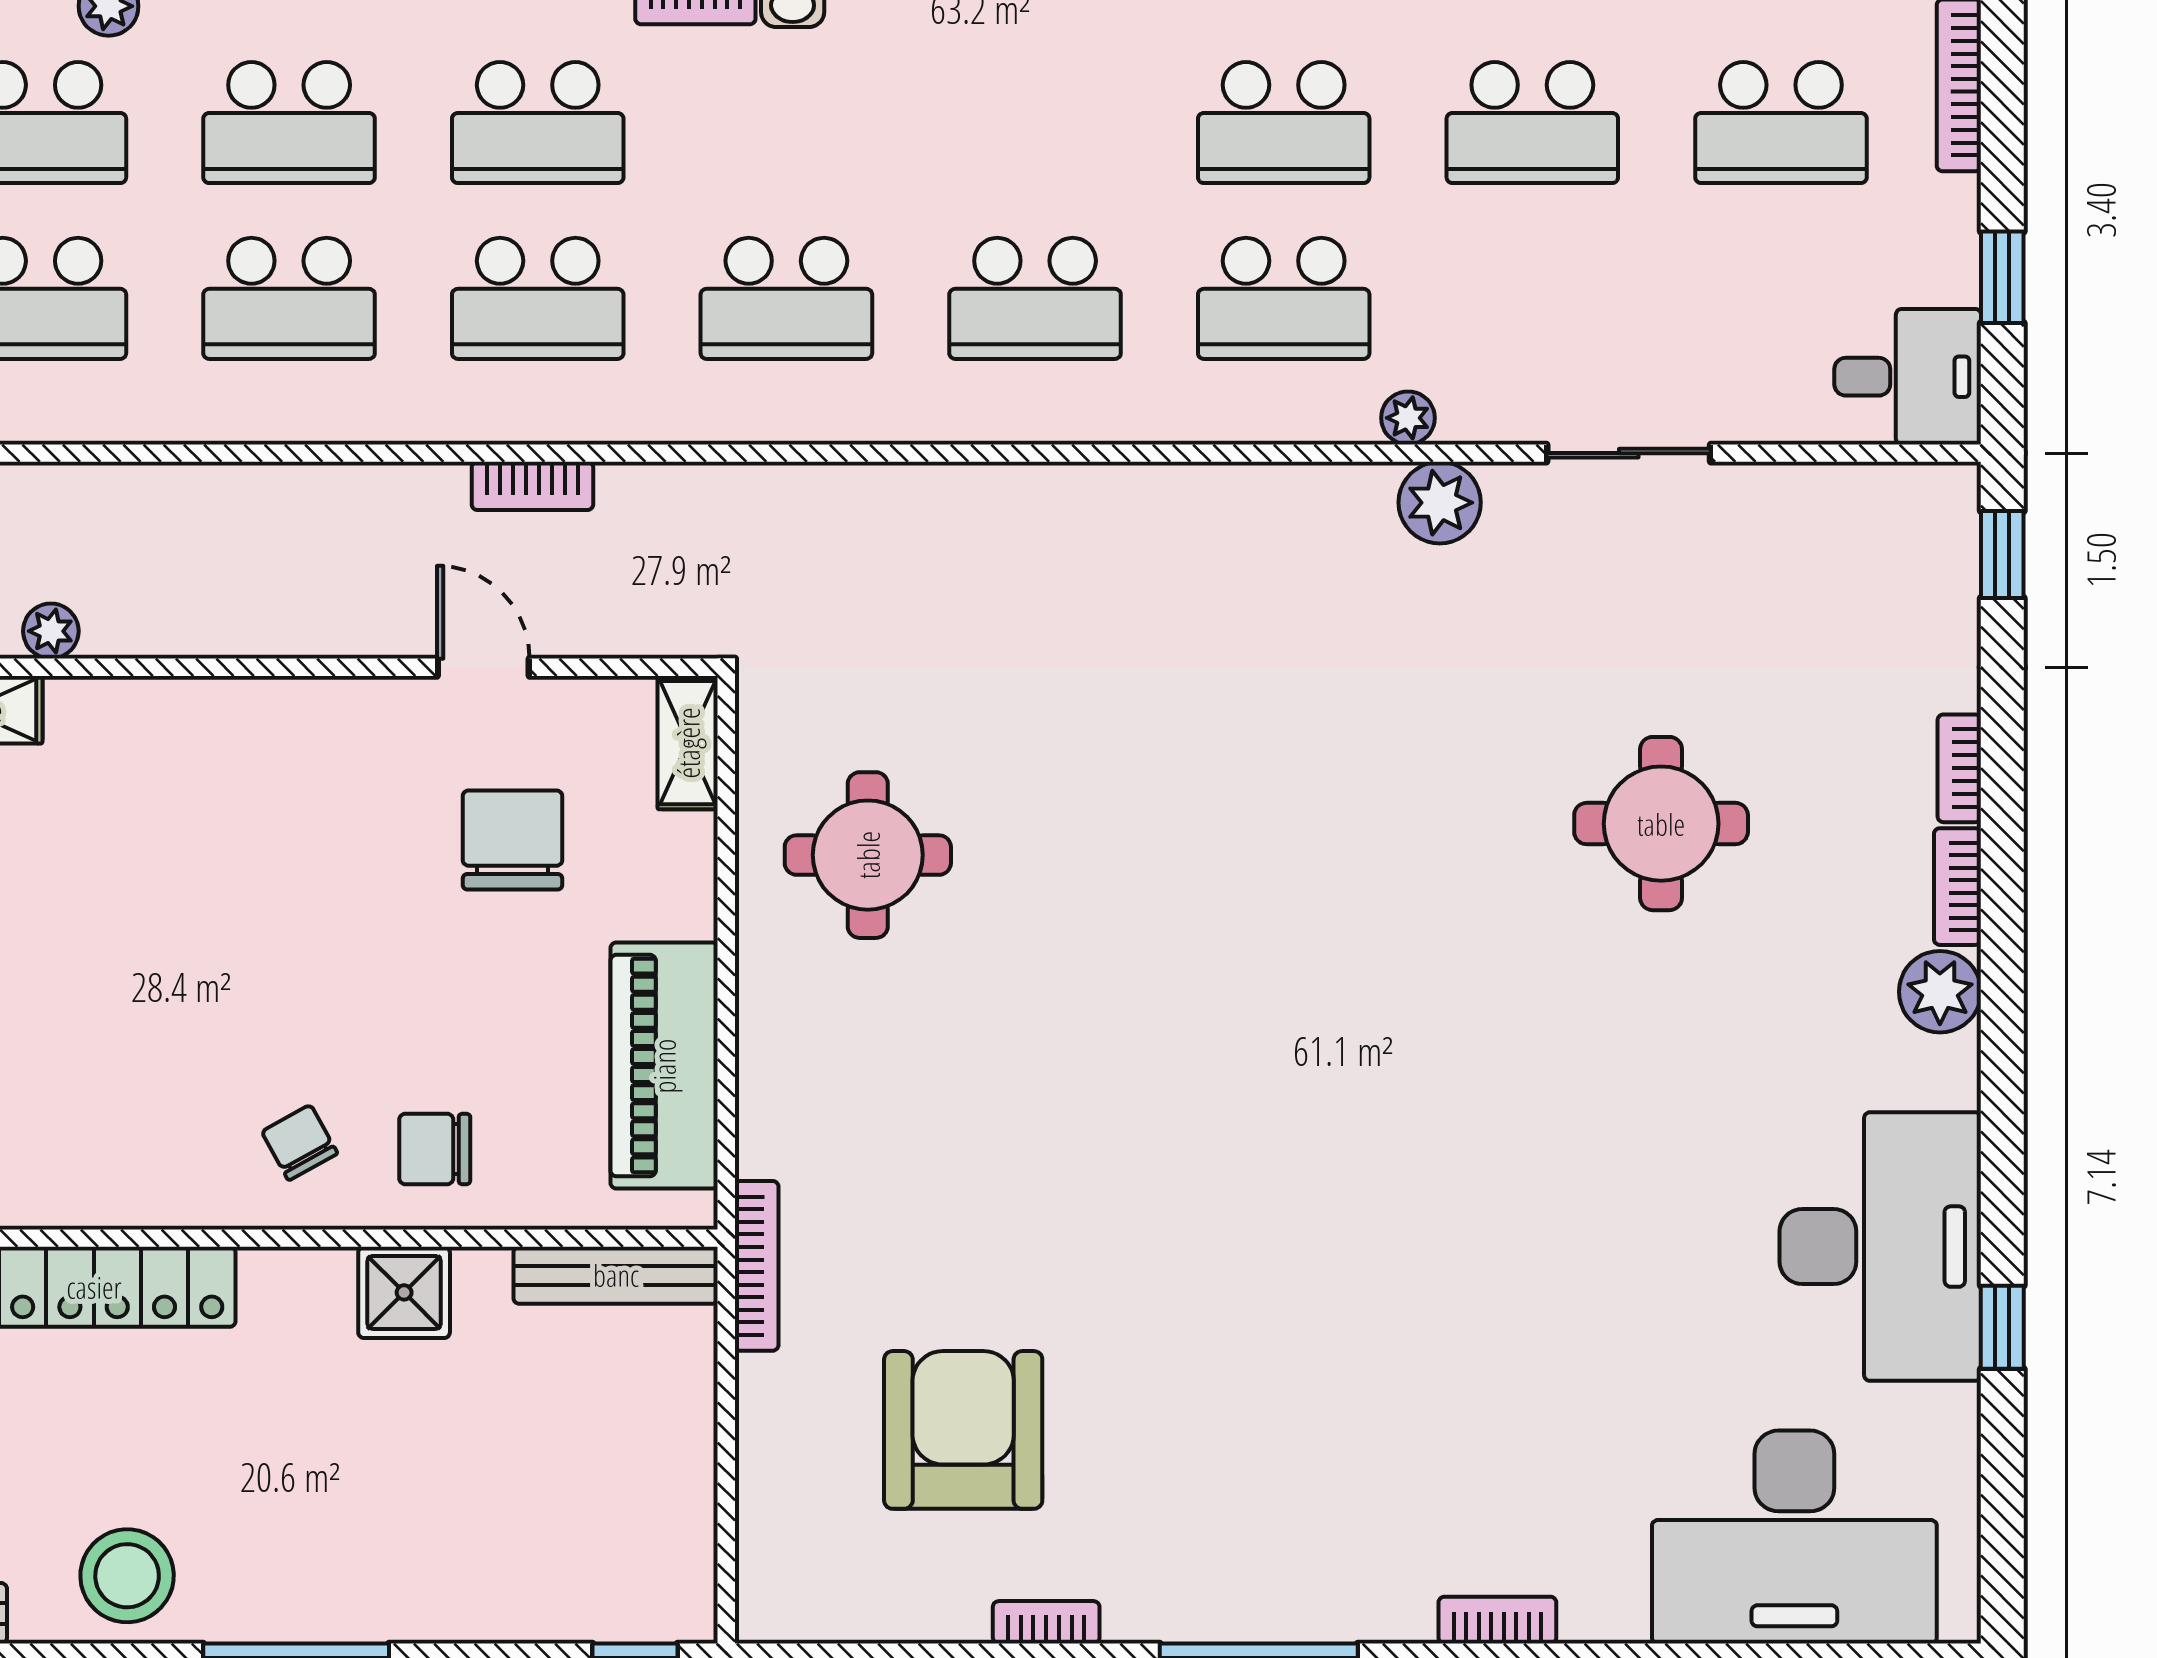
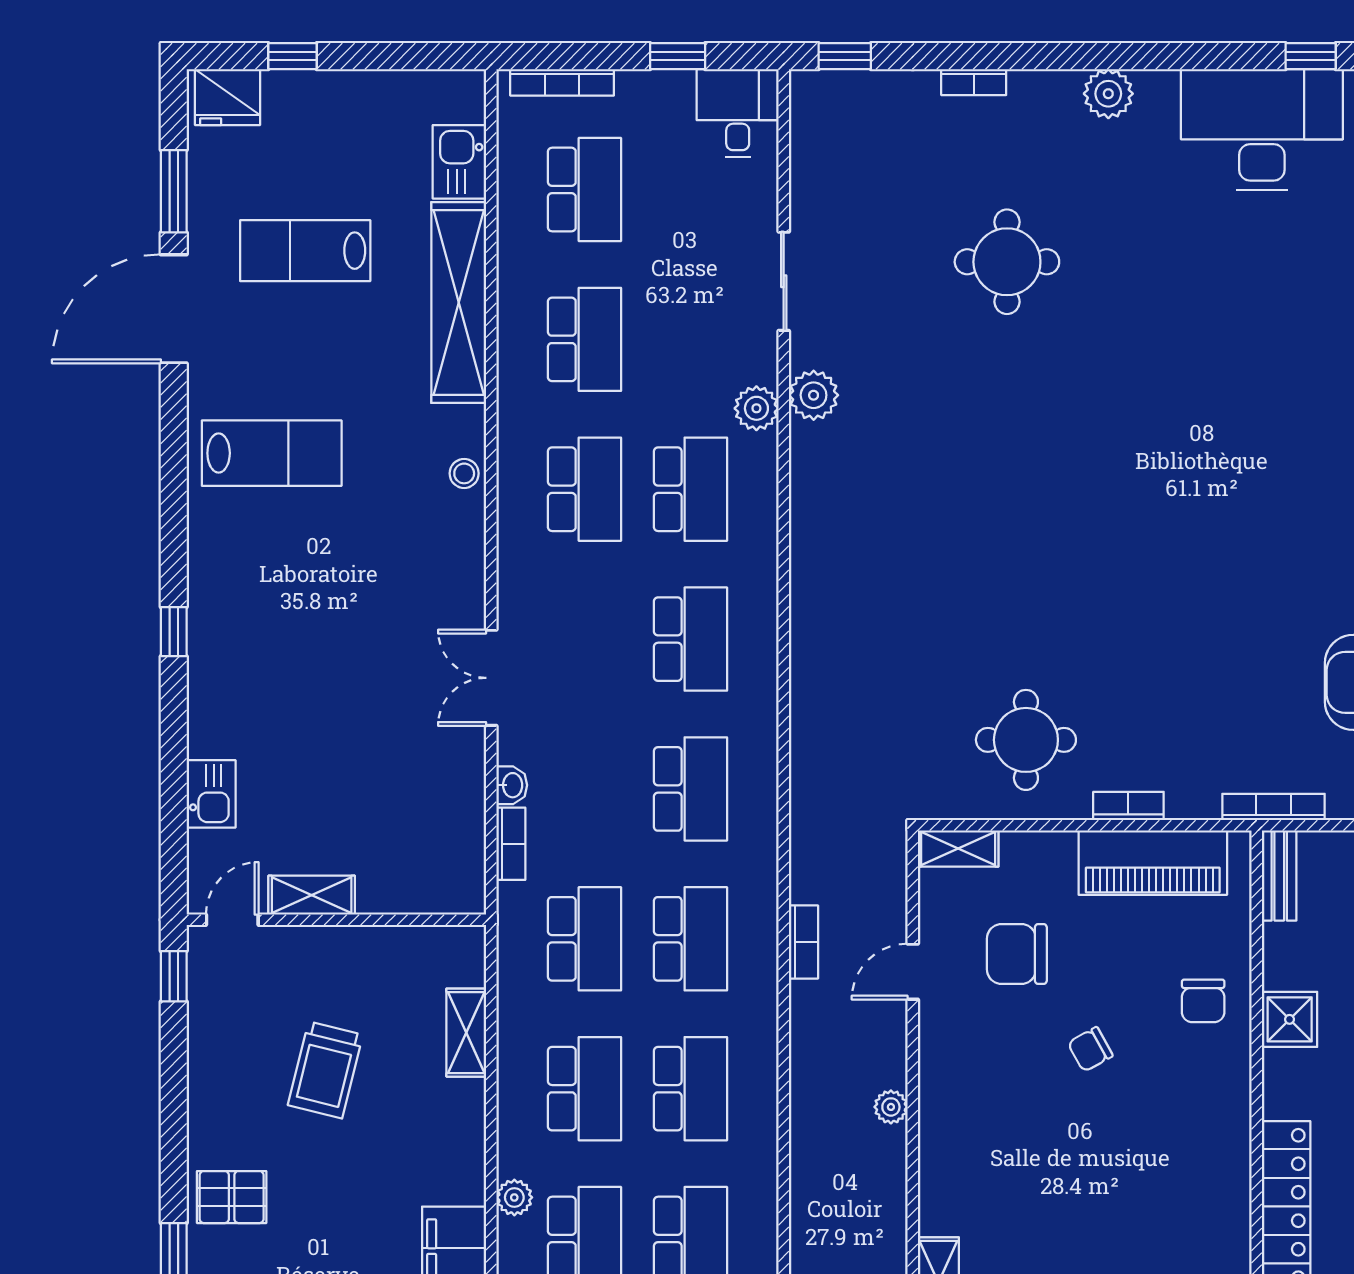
plant: (1408, 418) -> (756, 408), width x1.37, depth x1.37
plant: (51, 631) -> (891, 1107), moved
bookcase: (1957, 887) -> (1128, 806), moved, turned 180
chair: (300, 1142) -> (1090, 1049), moved
bench: (616, 1275) -> (1279, 875), width x0.73

